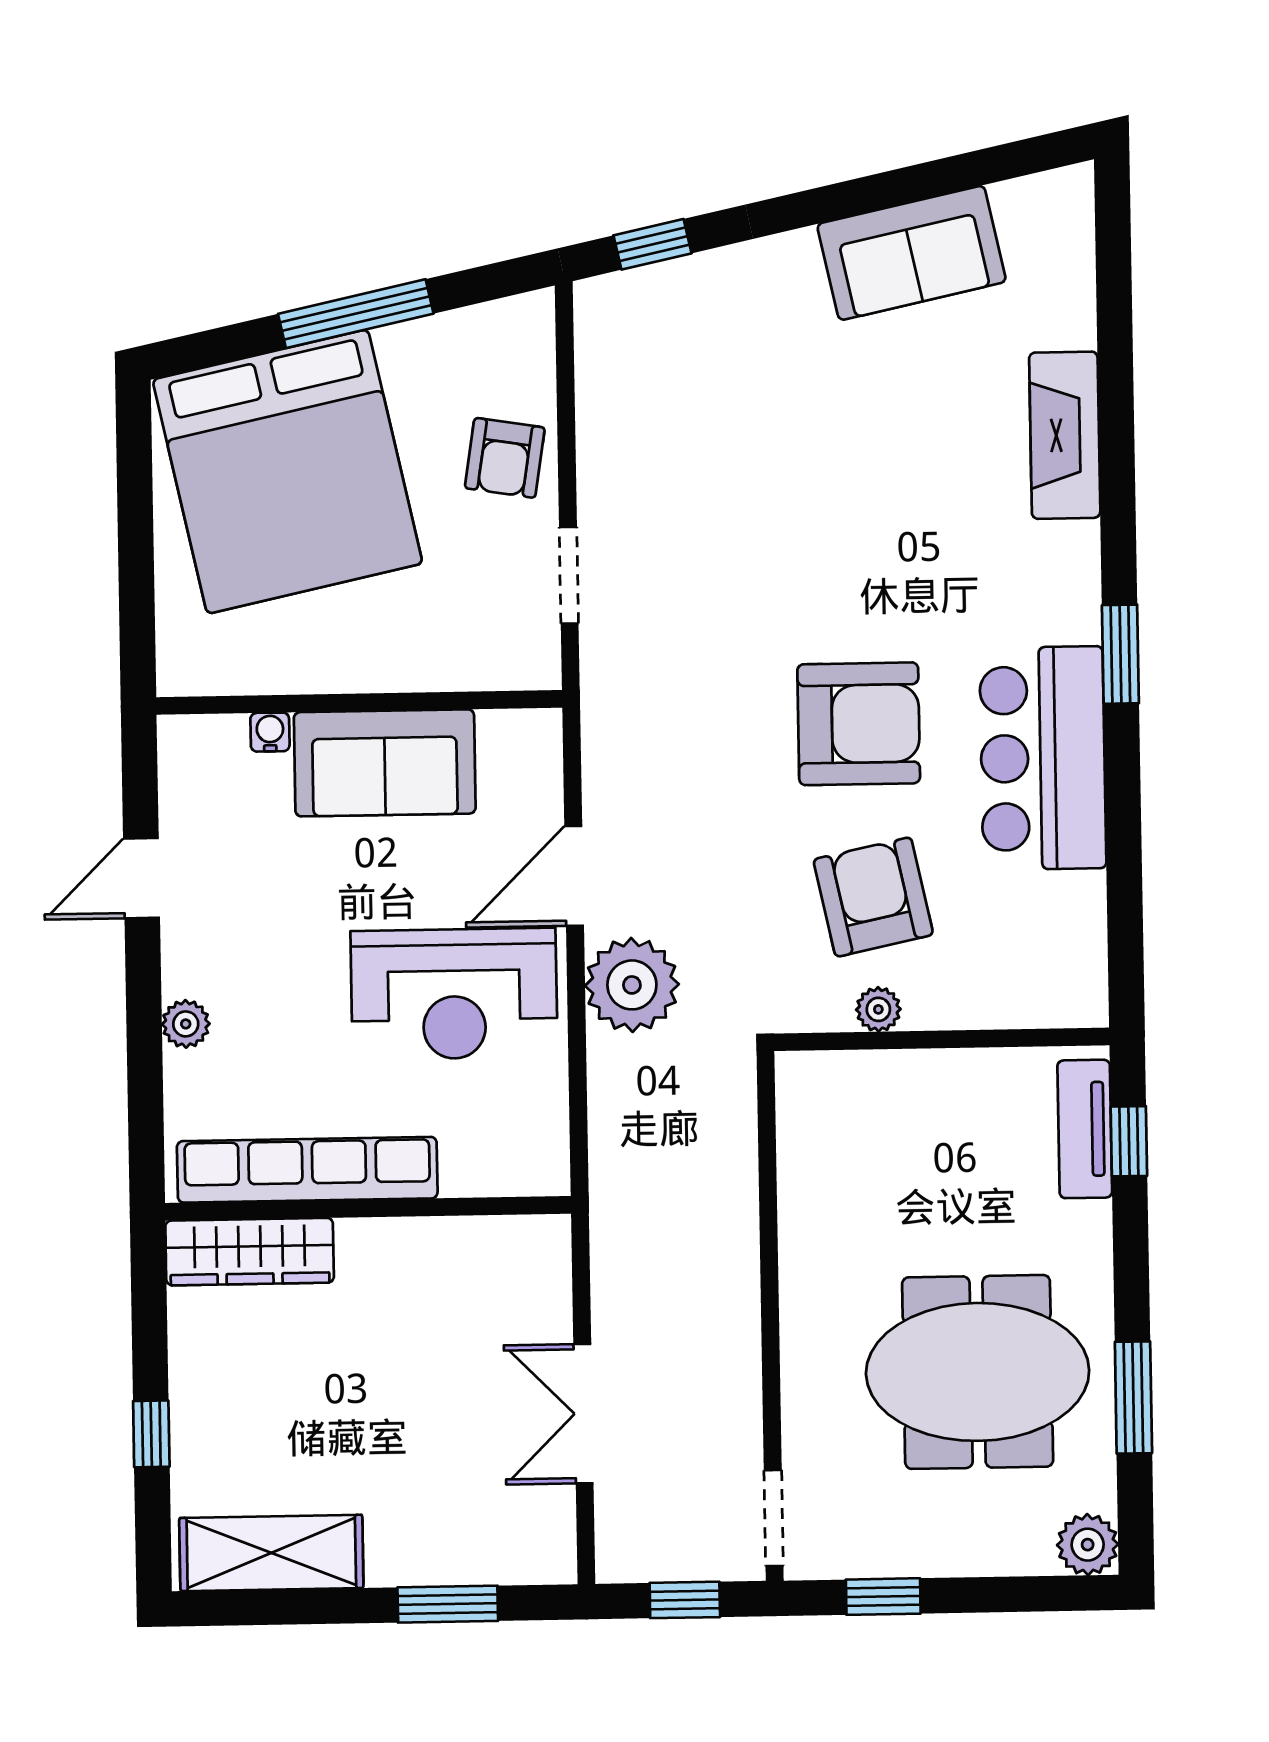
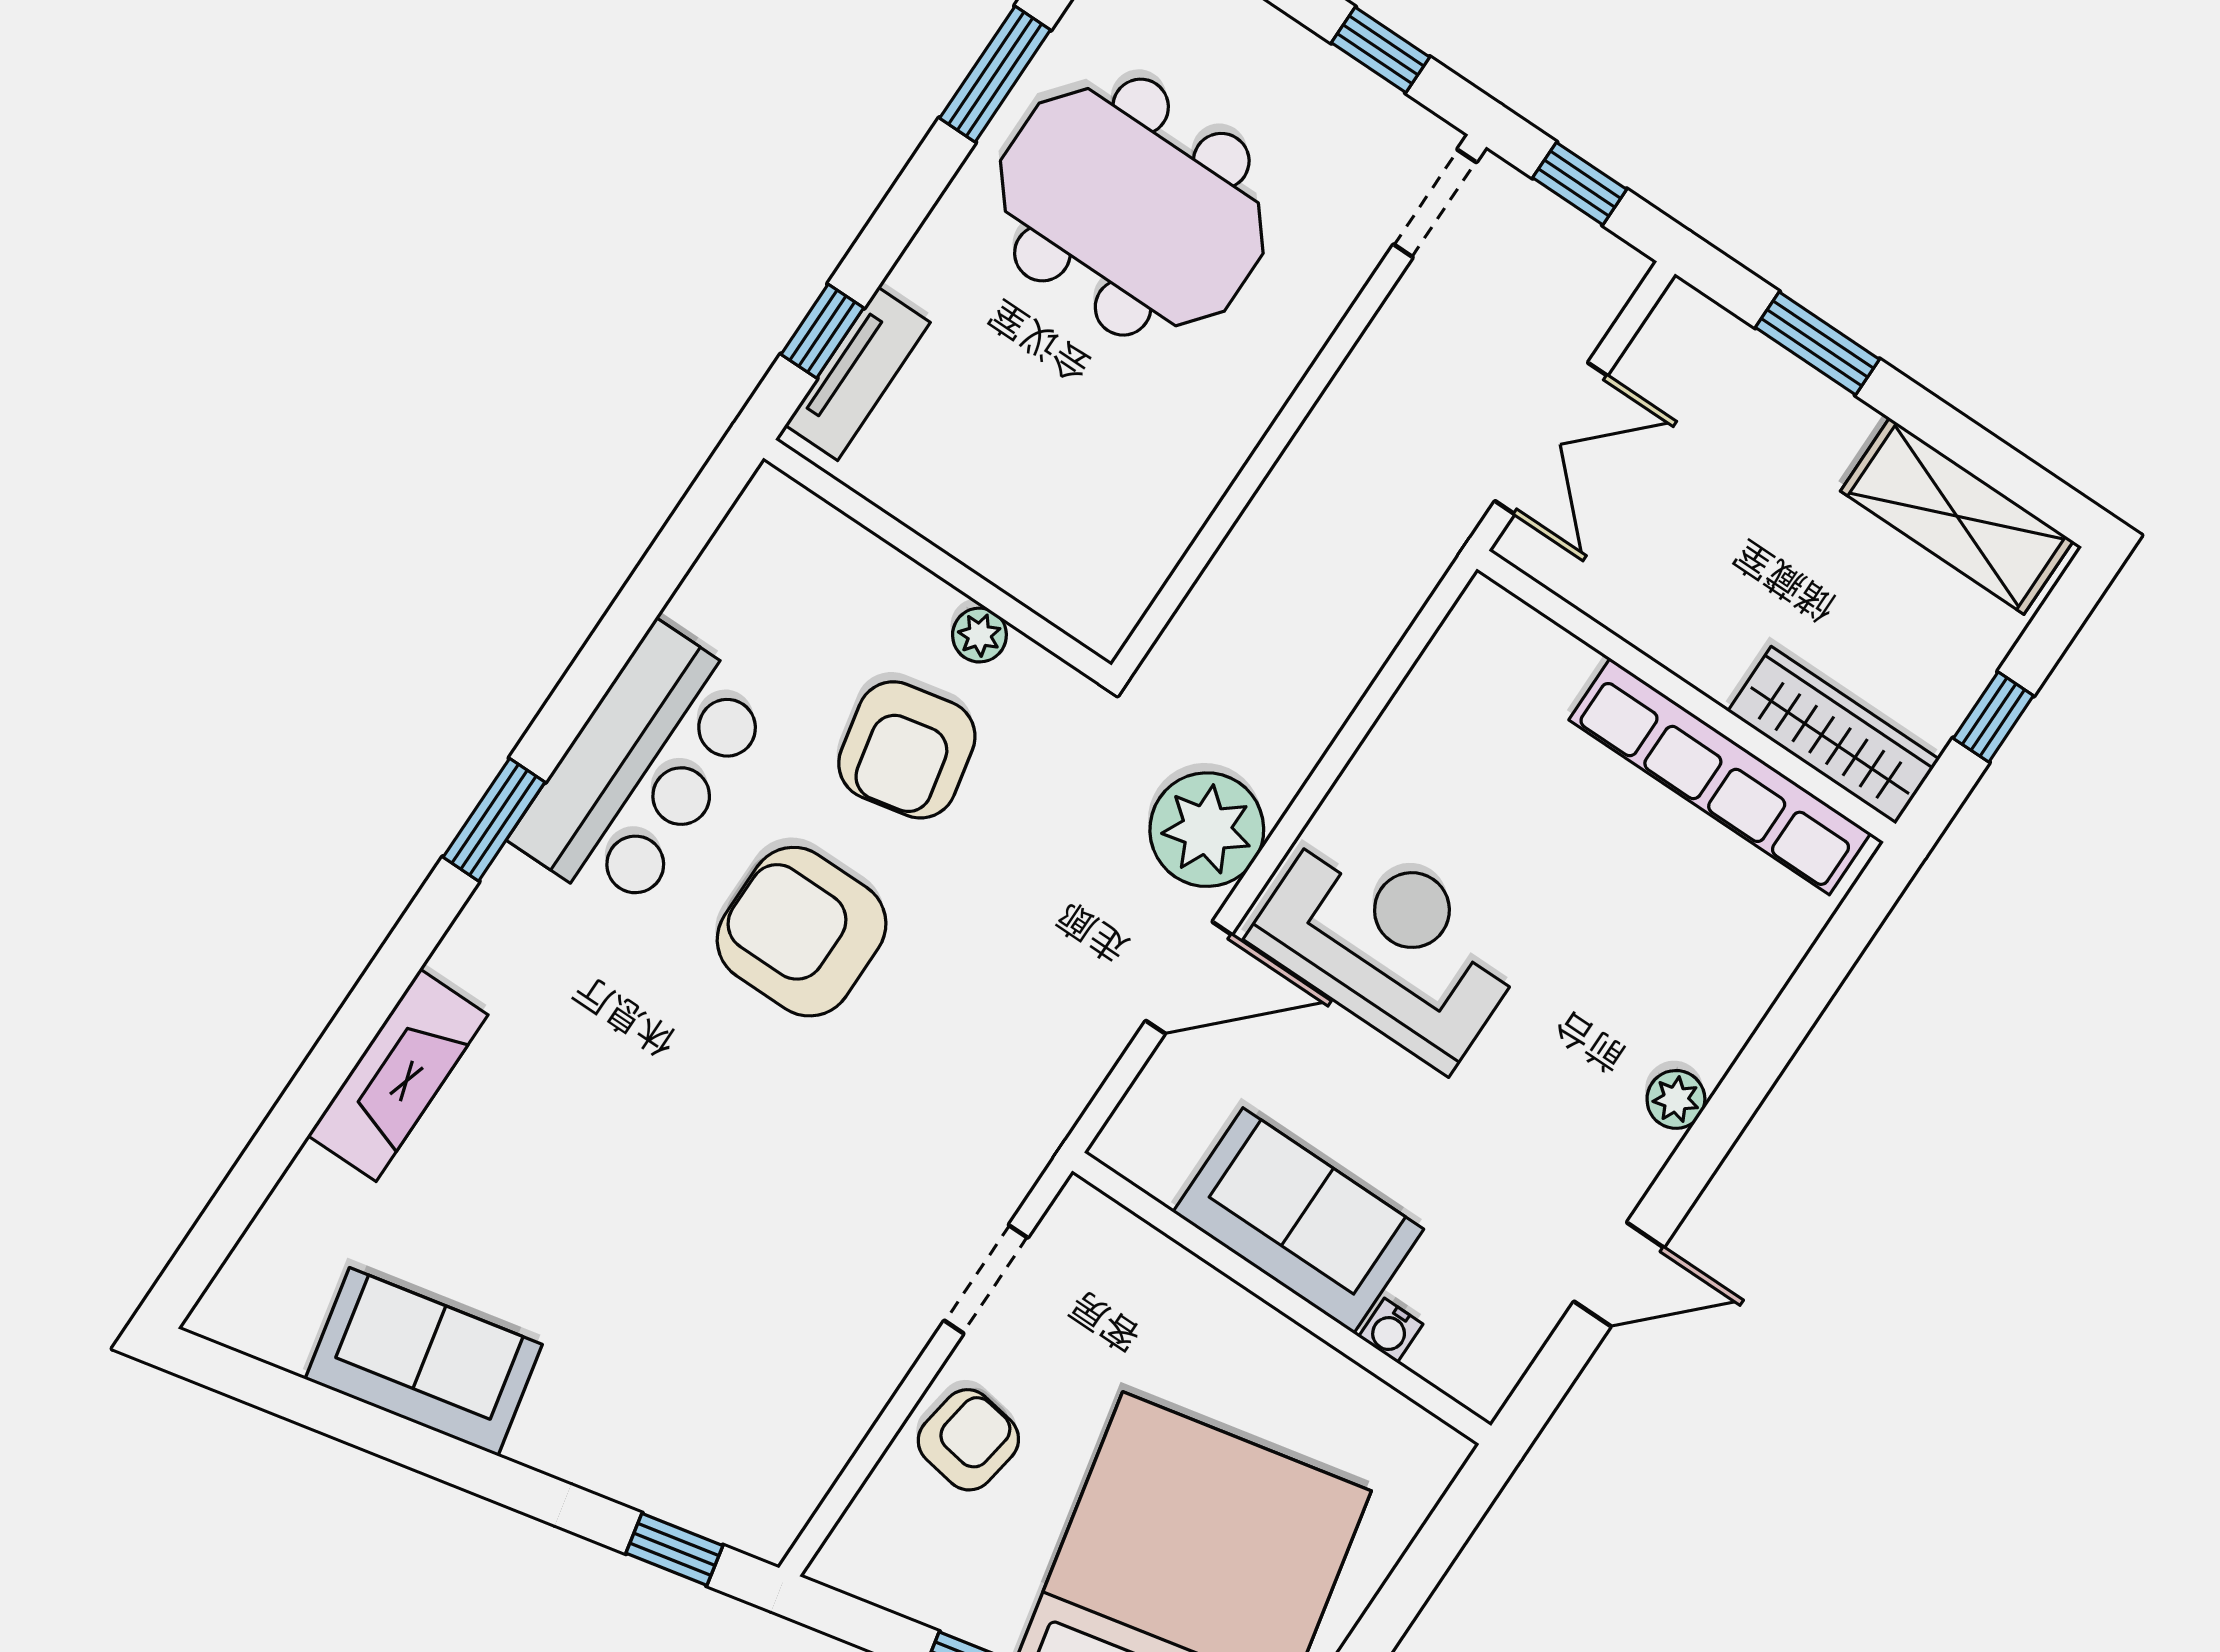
row of seats: (307, 1170) -> (1720, 777), moved
wall: (368, 1208) -> (1686, 696), moved
wardrobe: (250, 1252) -> (1833, 735), moved

